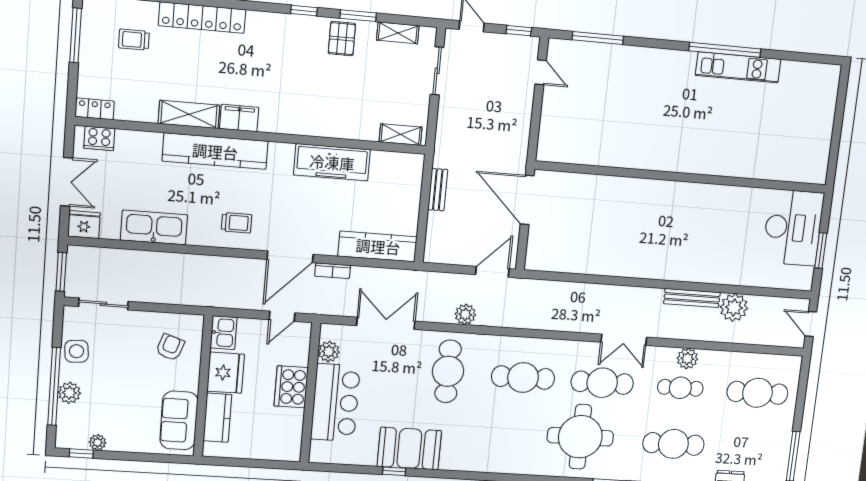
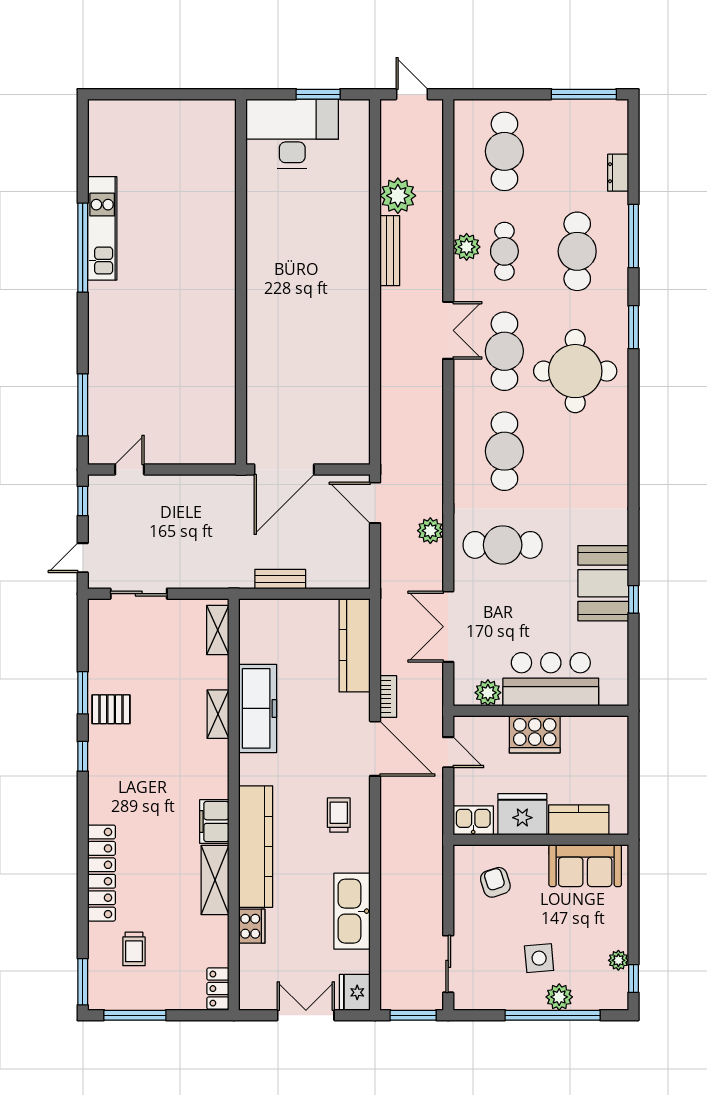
shelving: (398, 33) -> (218, 714), moved
cooker: (99, 138) -> (252, 926), moved
door: (811, 324) -> (412, 94), swing flipped
armchair: (170, 347) -> (495, 882), turned 53
side table: (76, 351) -> (539, 958), moved

